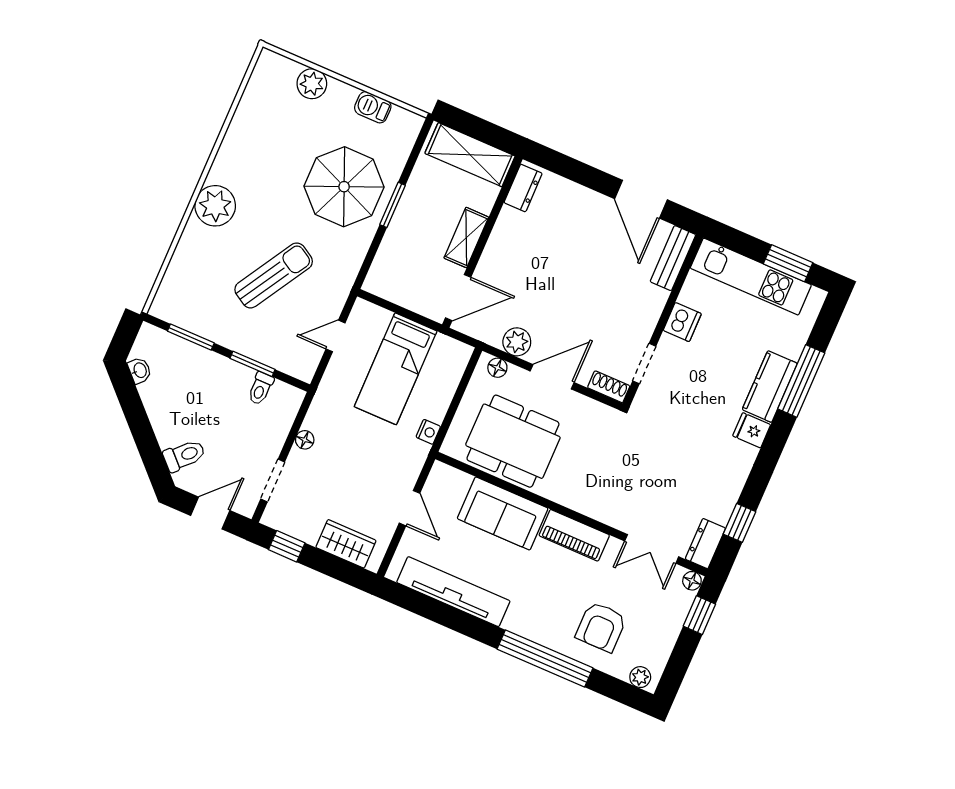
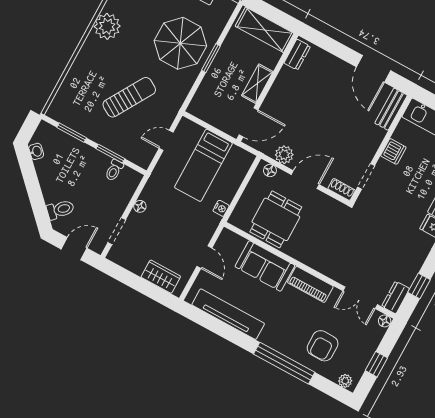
plant: (215, 206) -> (107, 26), moved
dining table: (513, 441) -> (276, 219), width x0.73
window: (287, 546) -> (122, 275), removed
window: (699, 615) -> (376, 364), moved

